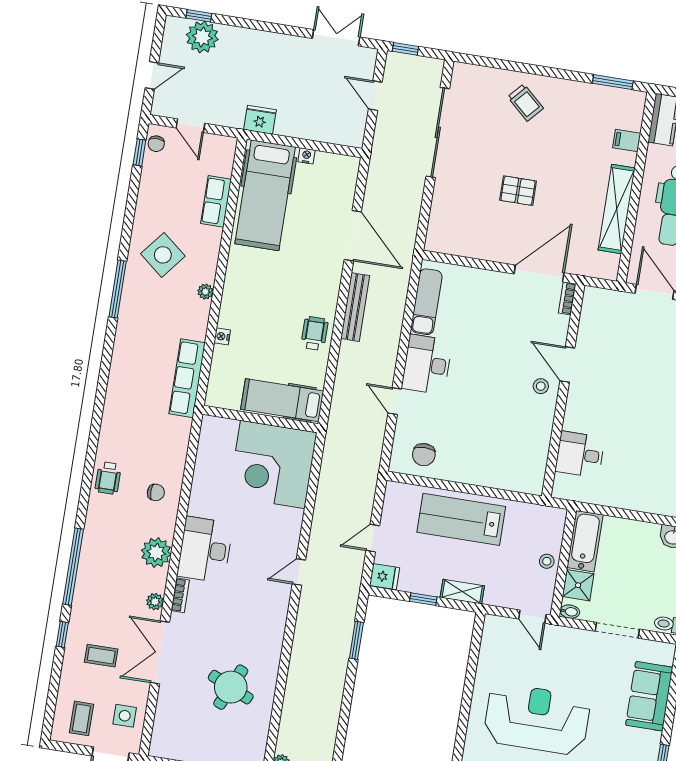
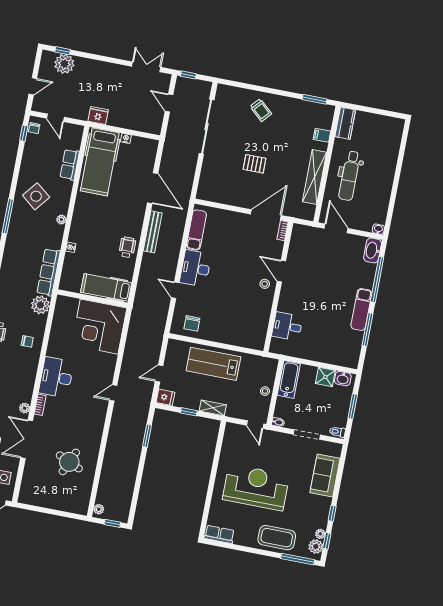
plant: (156, 553) -> (40, 305), moved
shower: (578, 585) -> (325, 377), moved

